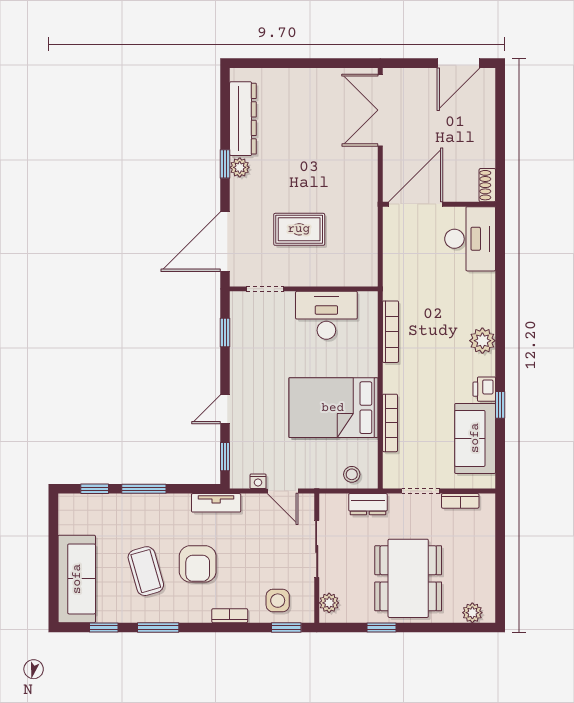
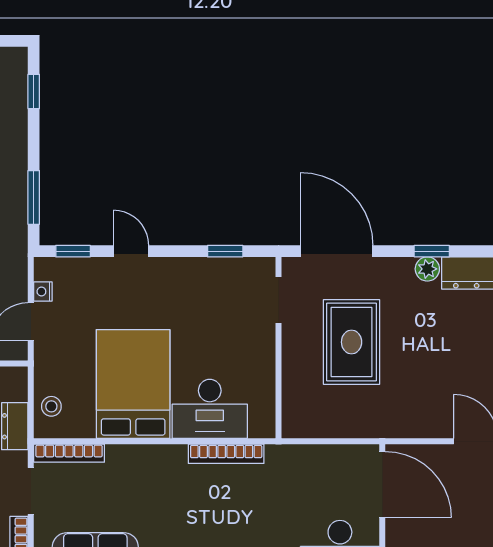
rug: (299, 229) -> (352, 342), width x1.36, depth x1.43
desk: (326, 315) -> (210, 409), moved, turned 90
bookcase: (390, 423) -> (69, 453), moved
window: (144, 489) -> (34, 197), moved
tv unit: (216, 503) -> (17, 240), removed

